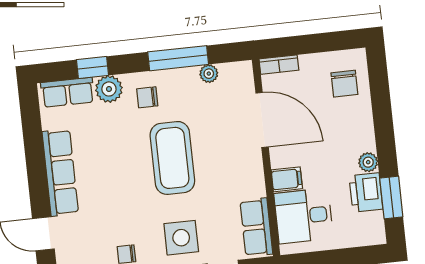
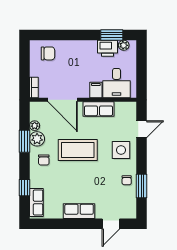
window: (178, 58) -> (25, 141), width x0.69
plant: (109, 89) -> (37, 139), moved
door: (262, 120) -> (63, 100), swing flipped
plant: (368, 162) -> (124, 45), moved
row of seats: (60, 173) -> (79, 211), width x0.68
row of seats: (256, 227) -> (98, 109), moved

